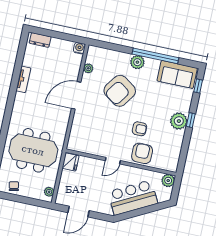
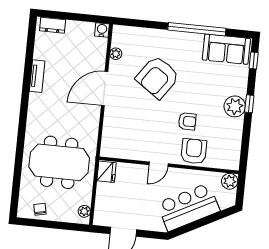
plant: (137, 62) -> (176, 39), removed

